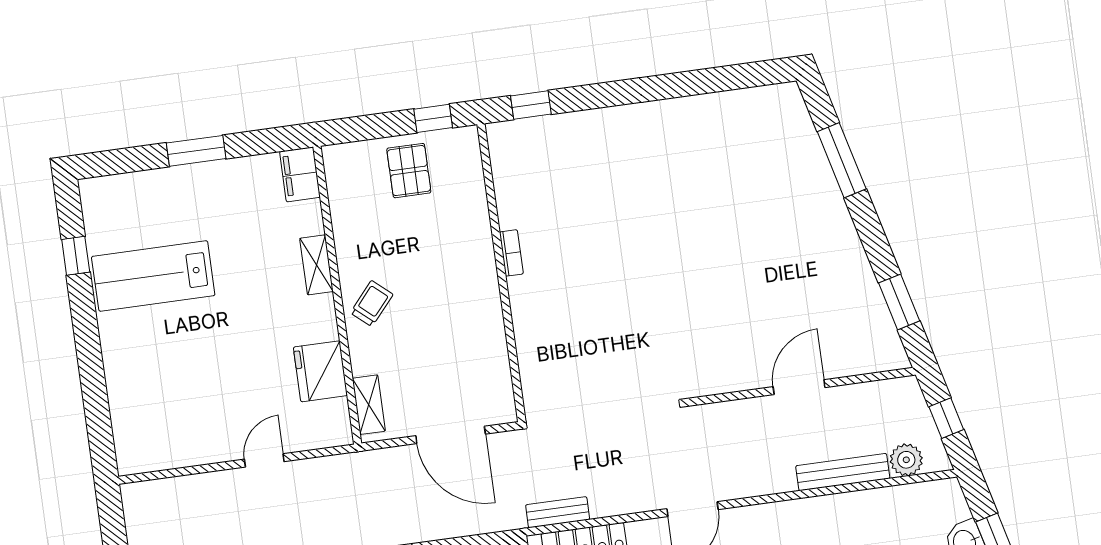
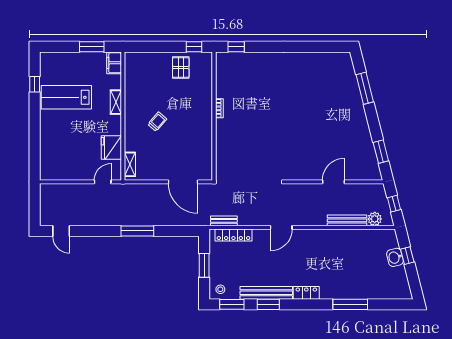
filing cabinet: (300, 174) -> (114, 63), moved
shelving: (316, 265) -> (116, 102), moved
wall: (337, 295) -> (123, 116), moved
fridge: (320, 371) -> (111, 147), moved
shelving: (369, 405) -> (130, 164), moved

